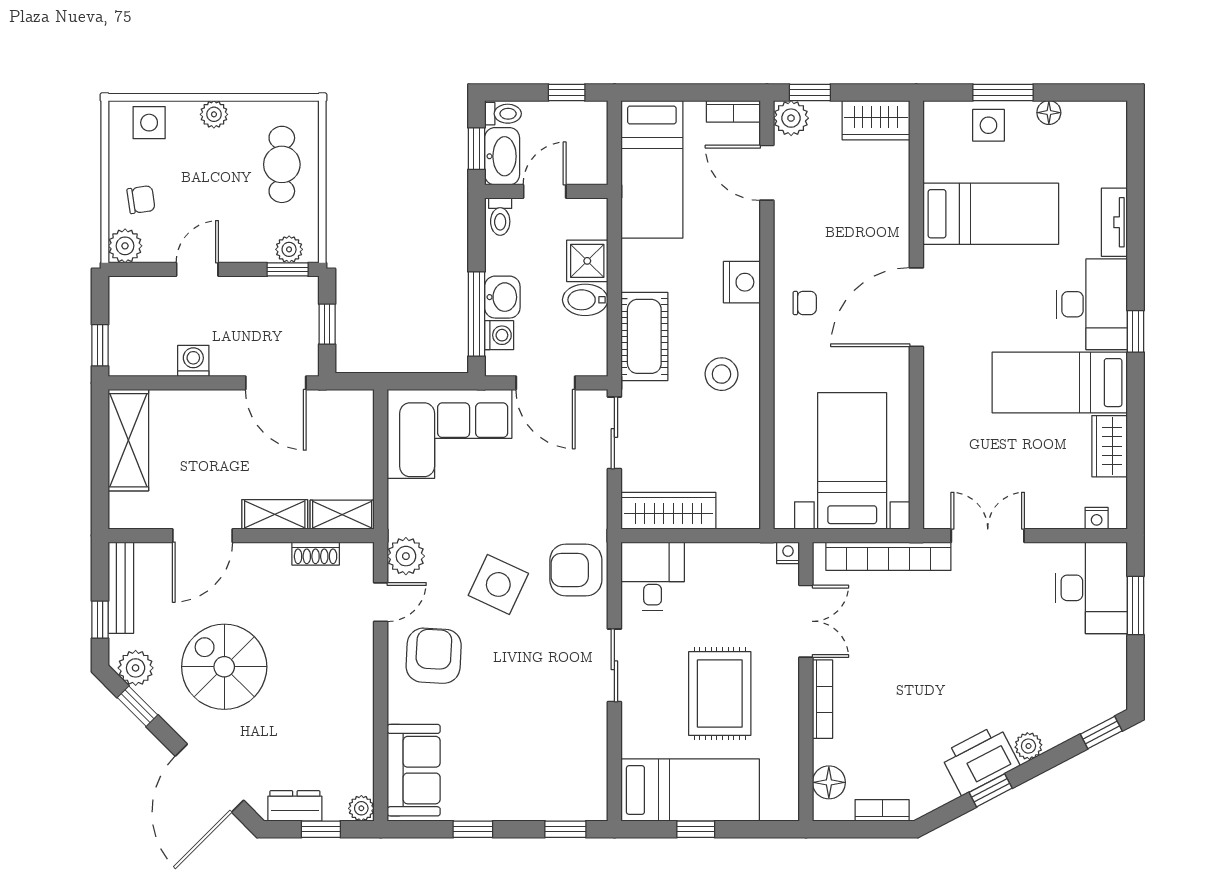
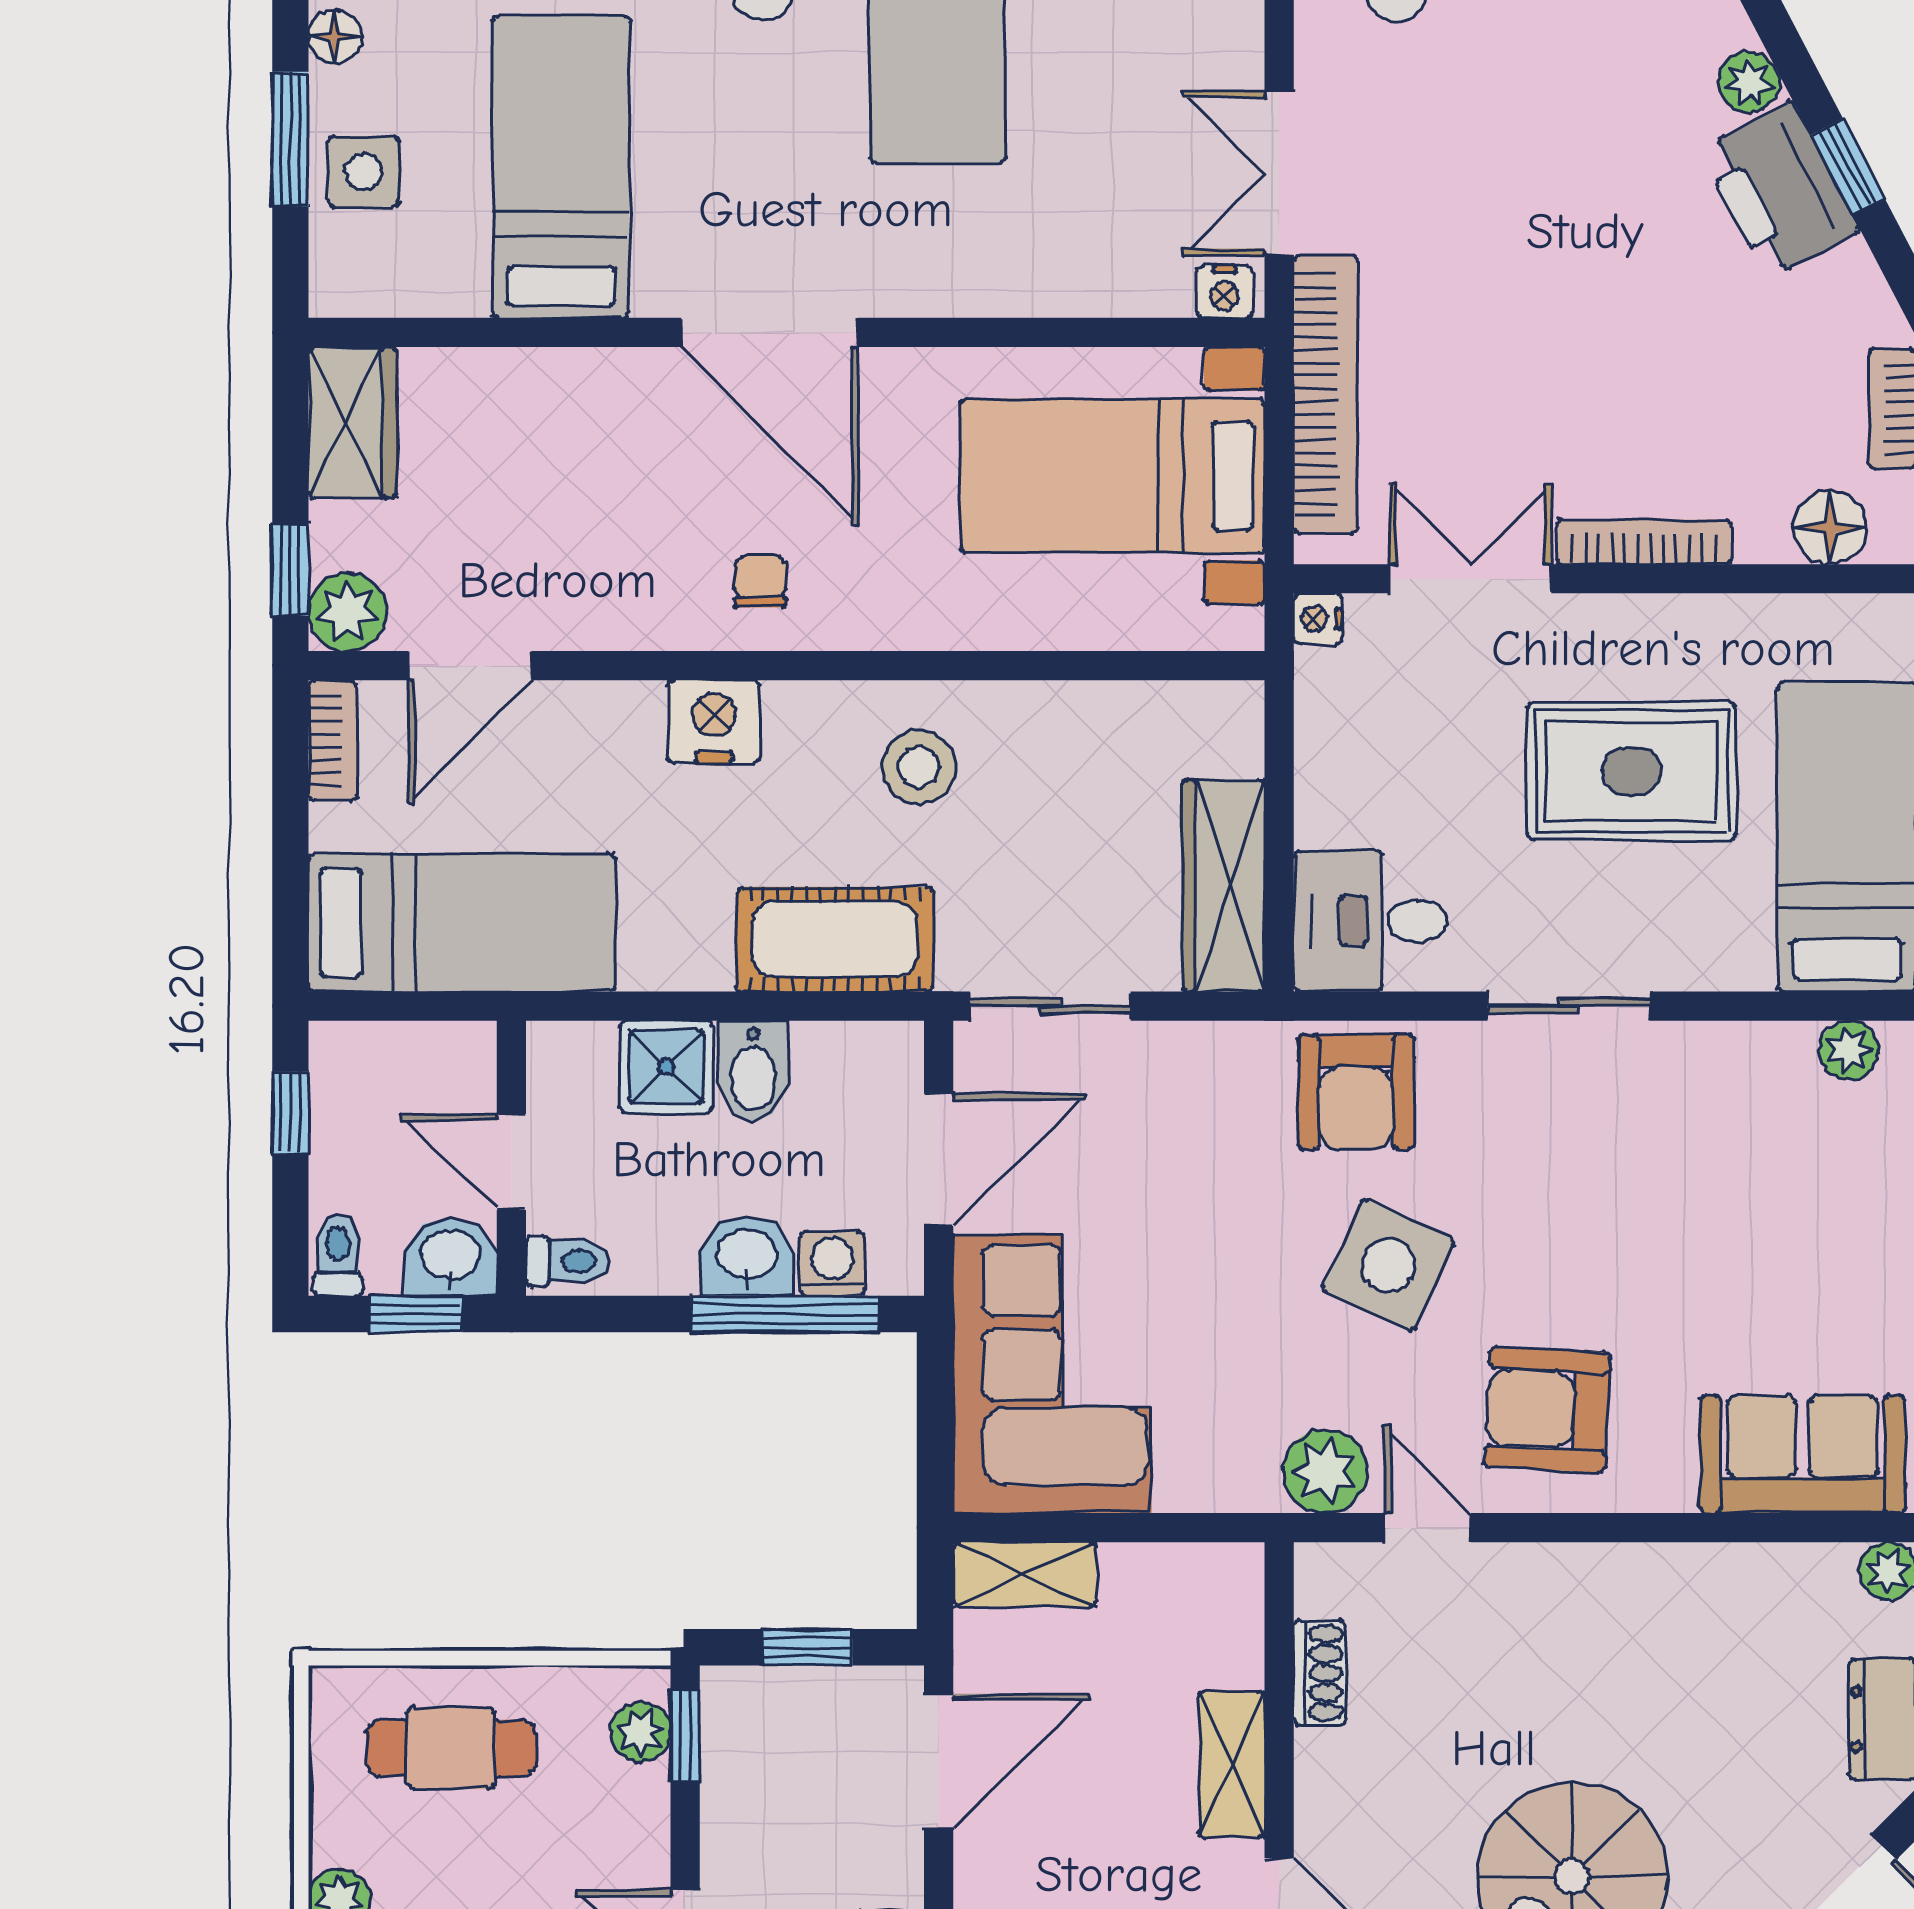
washbasin: (502, 156) -> (451, 1257), width x0.72
nightstand: (934, 511) -> (1225, 292), added
shelving: (342, 515) -> (1025, 1574), moved, turned 90
plant: (595, 791) -> (1849, 1050), added

